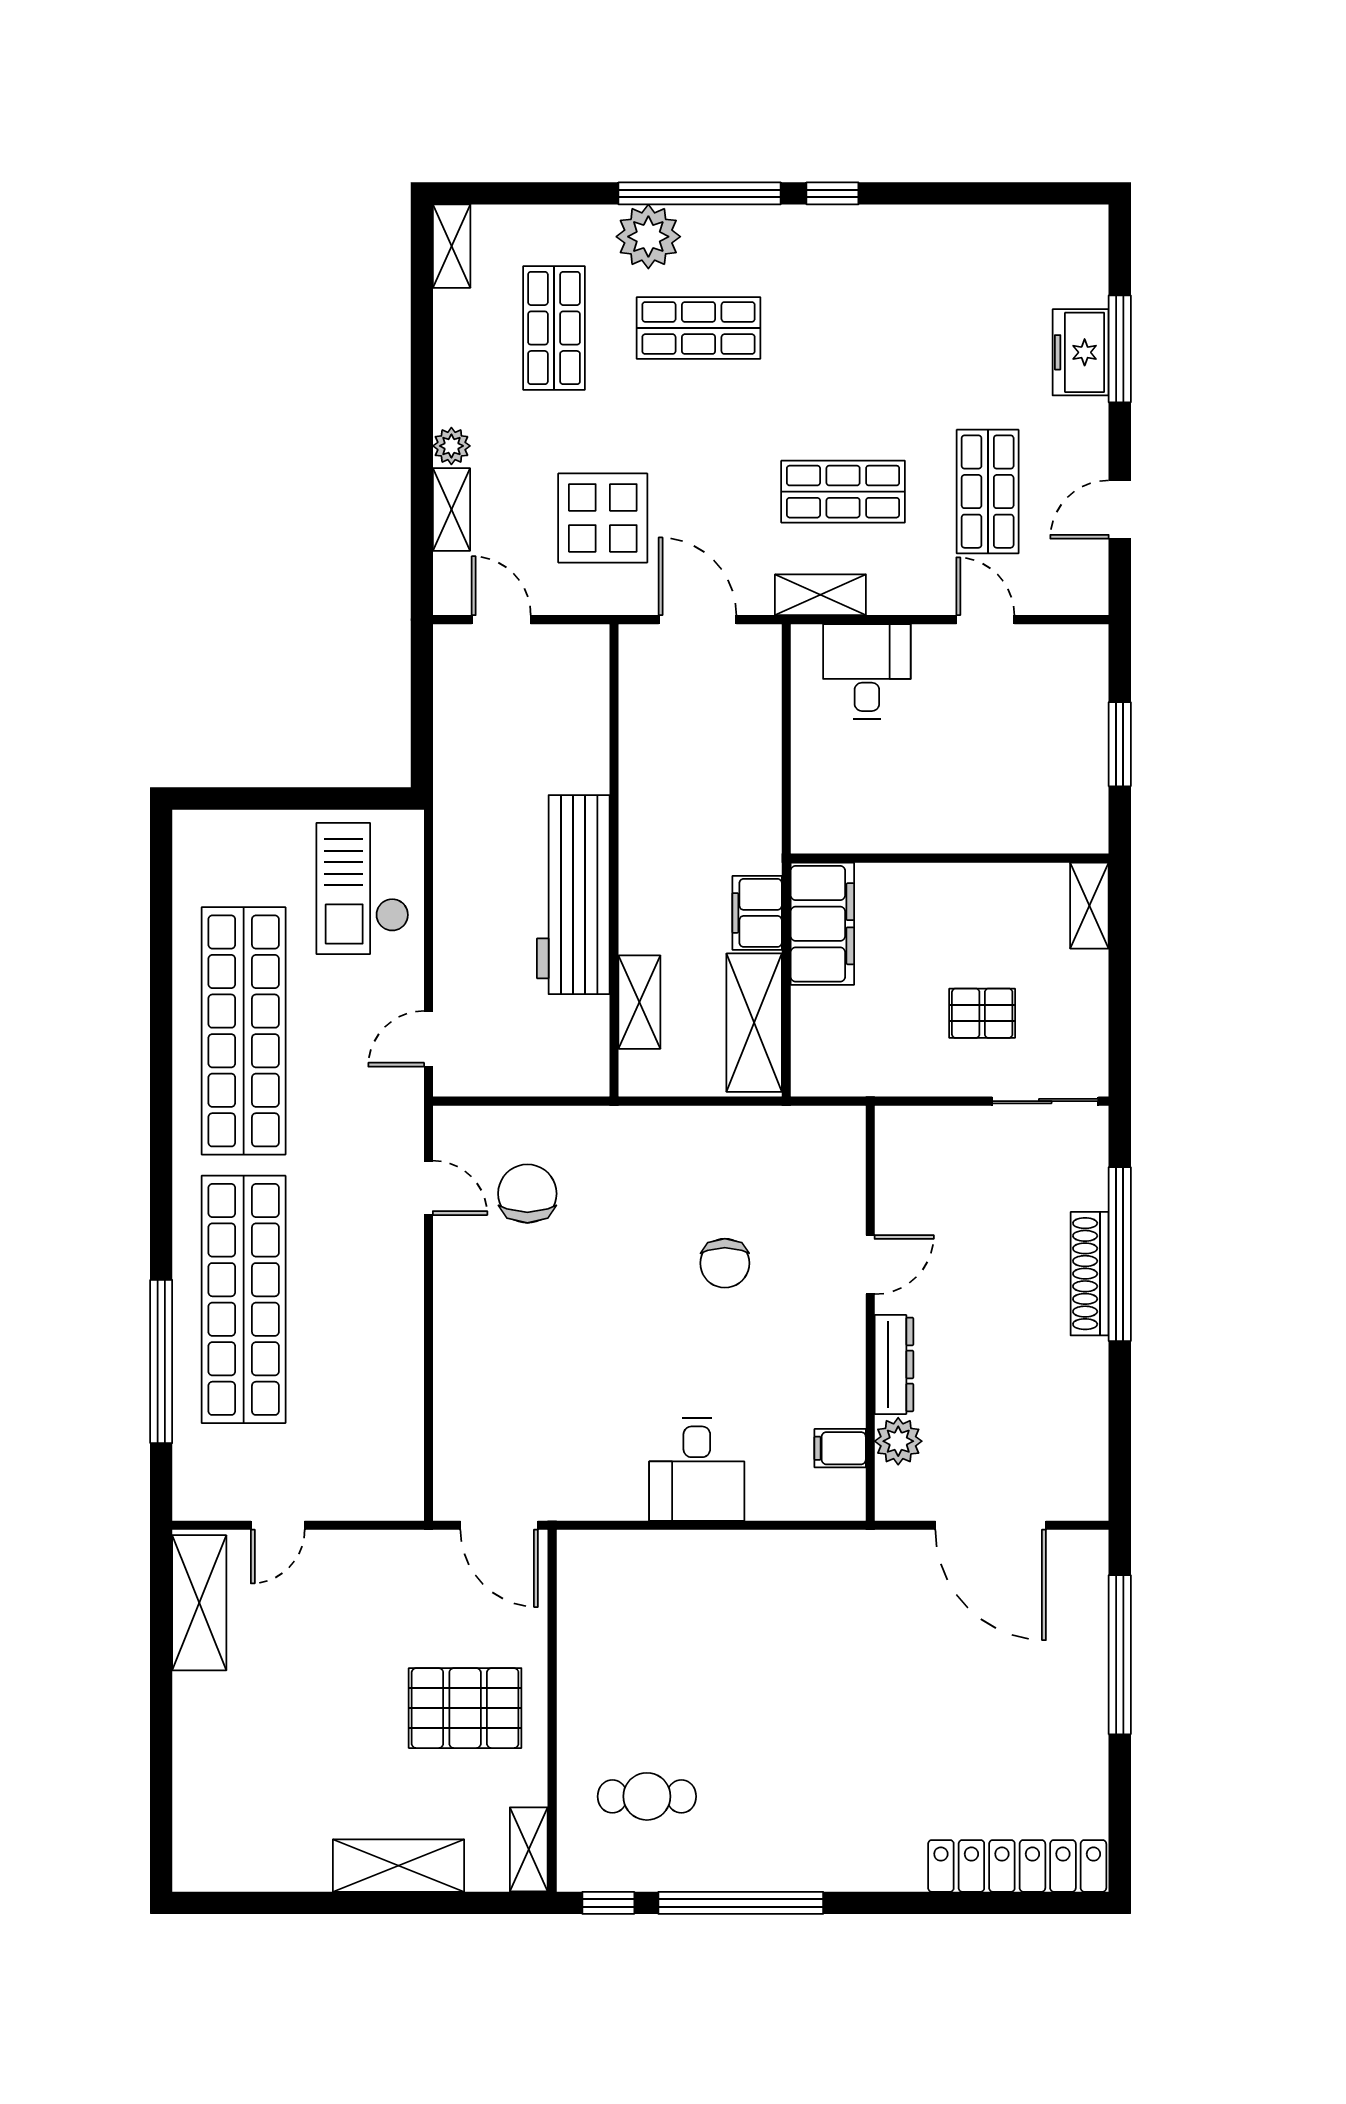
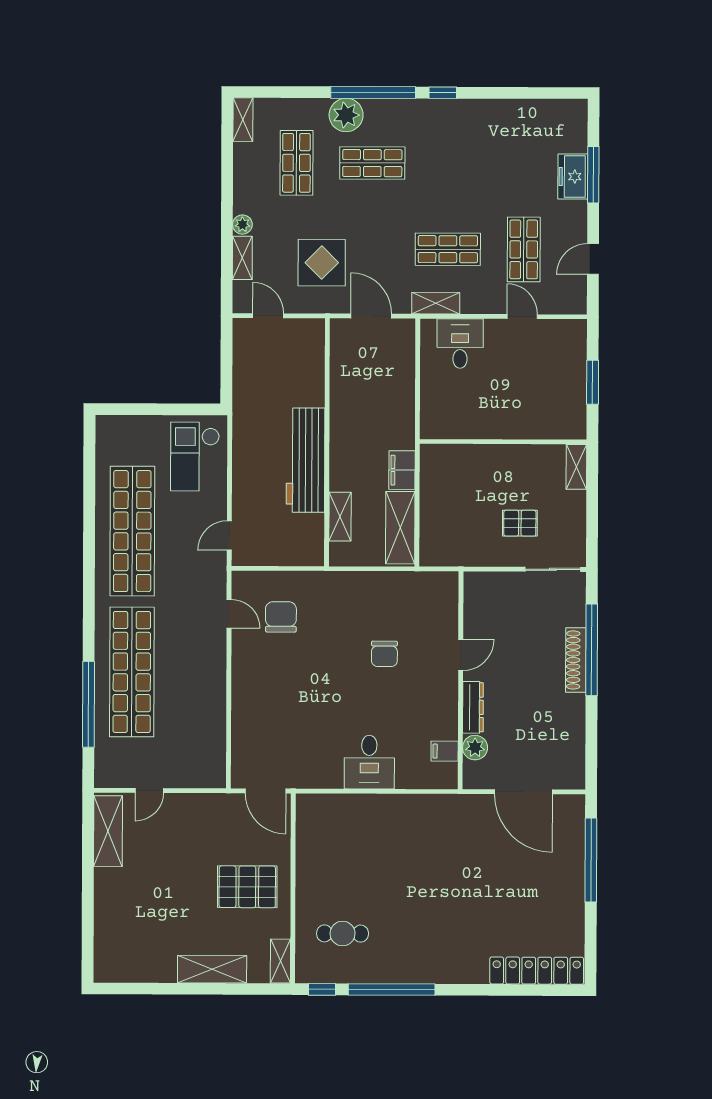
filing cabinet: (822, 924) -> (436, 476), removed

